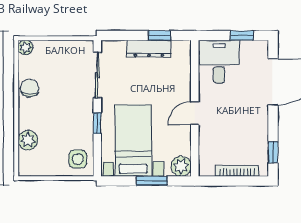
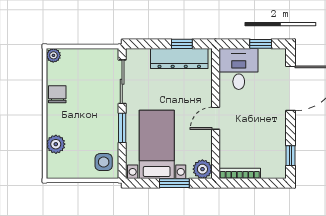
dresser: (149, 49) -> (179, 58), width x1.37, depth x1.24
window: (97, 123) -> (122, 128), width x1.50
bookcase: (237, 171) -> (240, 173), moved

